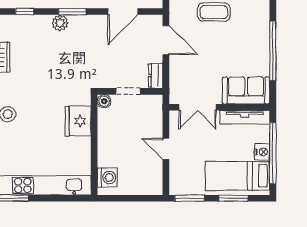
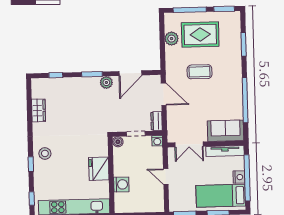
plant: (60, 23) -> (106, 82), moved
washing machine: (156, 101) -> (157, 141), added
fridge: (78, 121) -> (99, 169), moved
washing machine: (107, 177) -> (121, 184), moved

